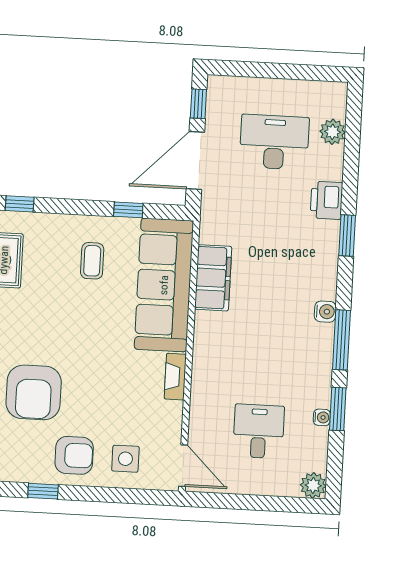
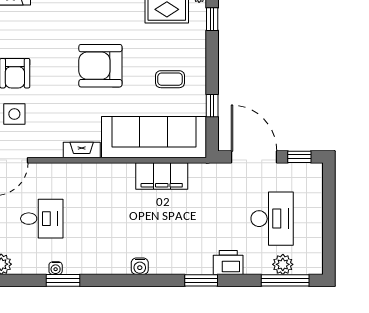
window: (341, 340) -> (285, 280), moved
armchair: (34, 392) -> (100, 66), moved

